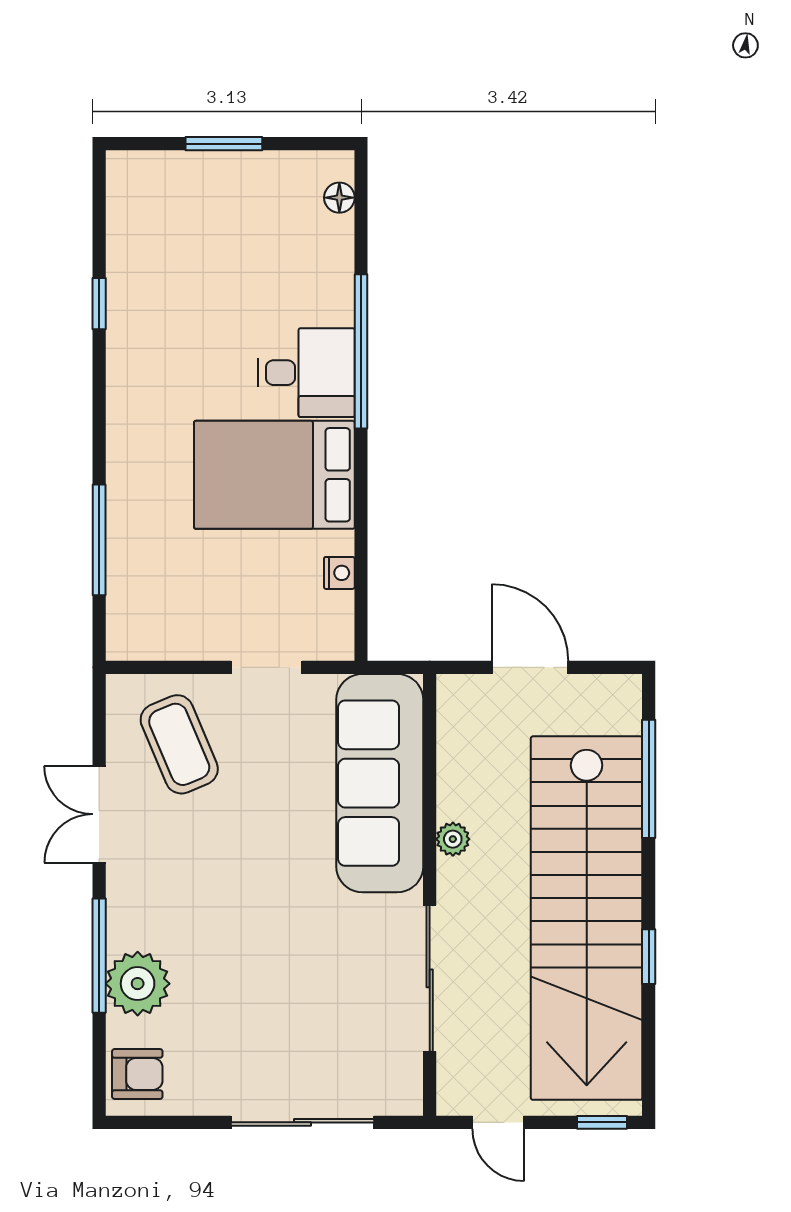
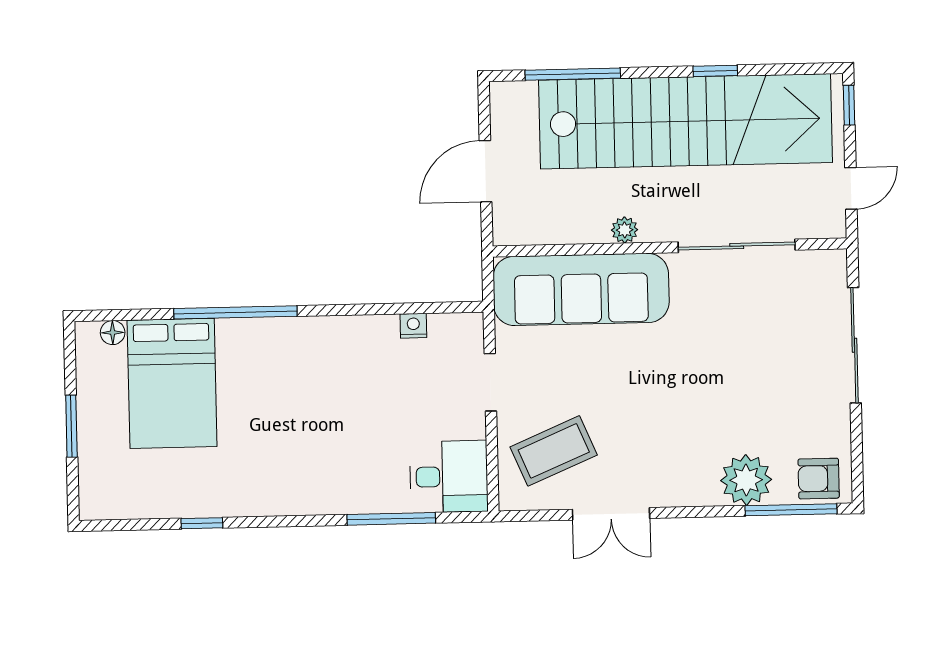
desk: (306, 373) -> (449, 477), moved, turned 90
bed: (274, 475) -> (172, 383), moved
window: (99, 956) -> (791, 510), moved
armchair: (137, 1074) -> (819, 479), turned -90

